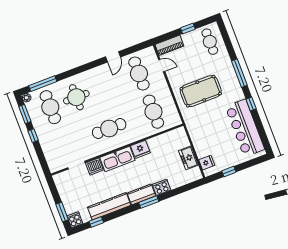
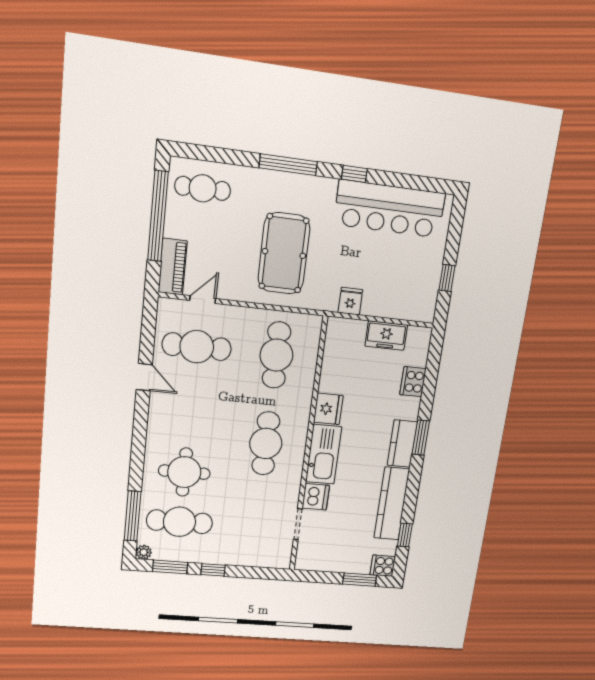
window: (188, 28) -> (158, 216), width x3.17
cafe table: (153, 112) -> (276, 355), turned 90
fridge: (207, 163) -> (350, 301), moved
cooker: (162, 187) -> (413, 382), moved

